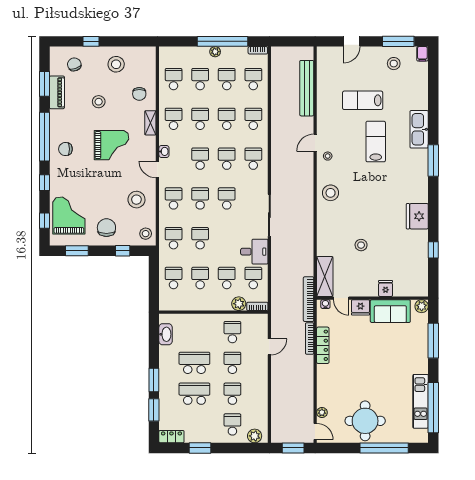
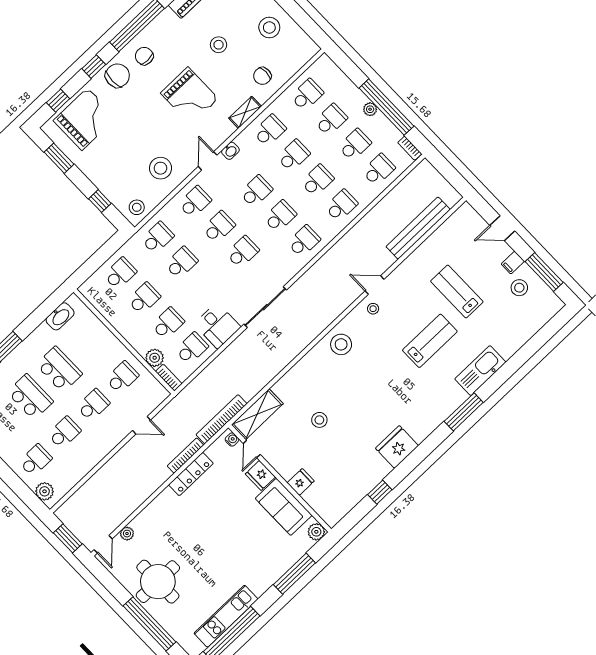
filing cabinet: (422, 54) -> (513, 263), moved
chair: (106, 228) -> (117, 76), moved

